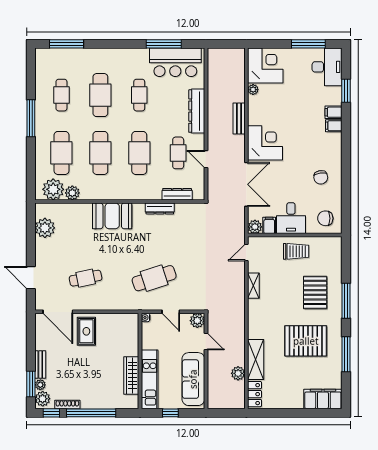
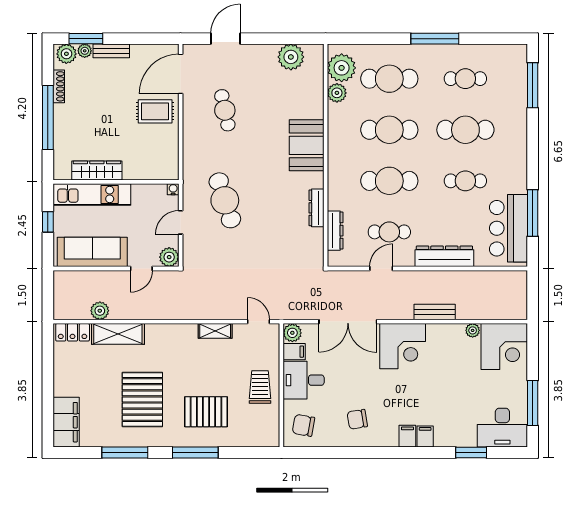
filing cabinet: (334, 112) -> (407, 436), moved
chair: (325, 218) -> (303, 425), turned -80
trolley: (296, 251) -> (260, 387), turned 180
window: (51, 413) -> (48, 65), removed

